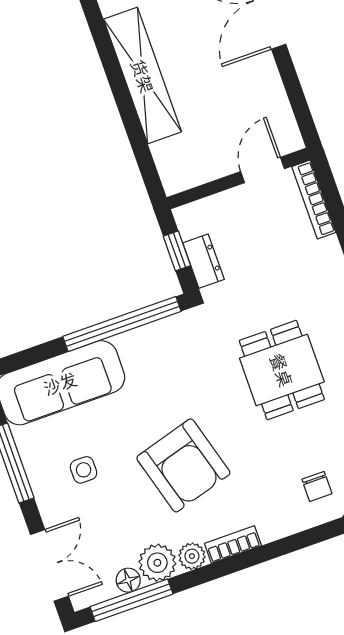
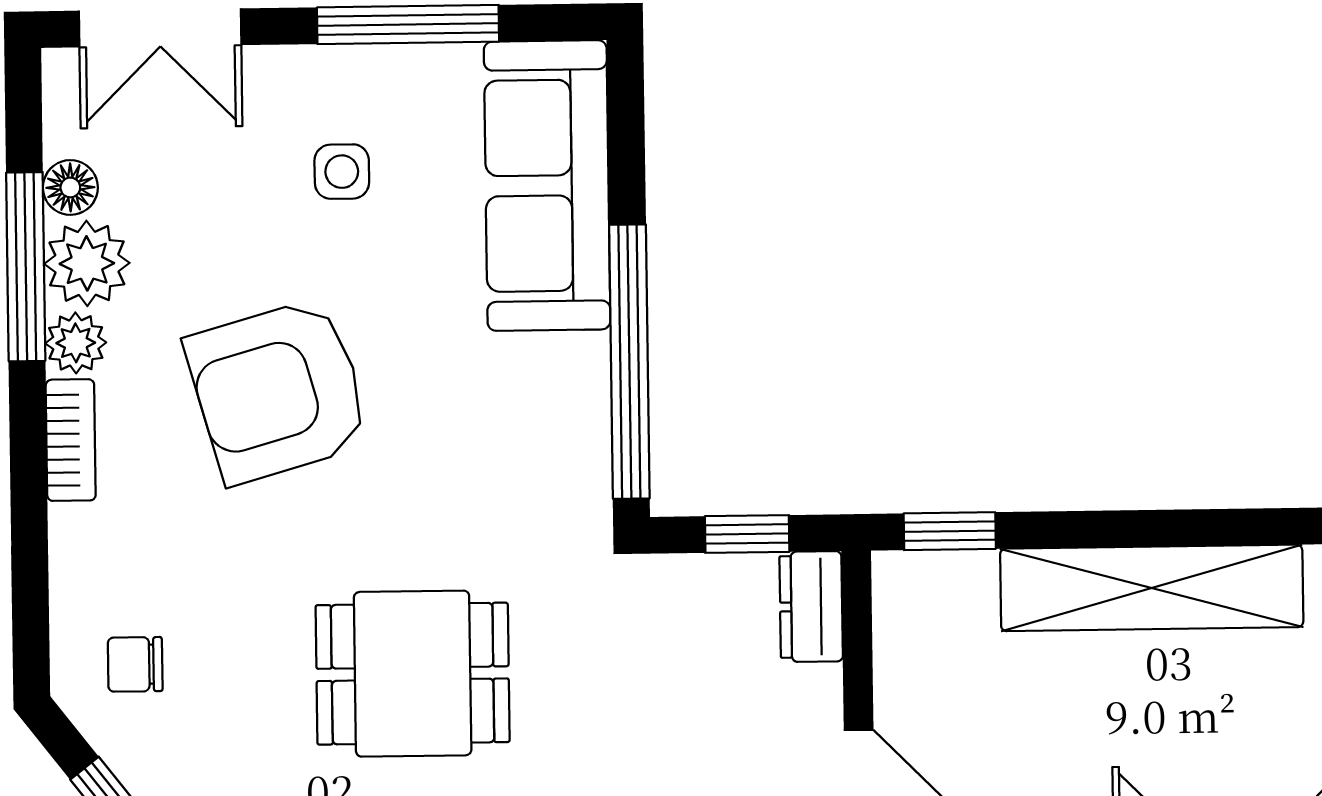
window: (147, 167) -> (950, 531), added
dresser: (204, 261) -> (811, 607), moved, turned 90
window: (131, 600) -> (26, 267), moved

